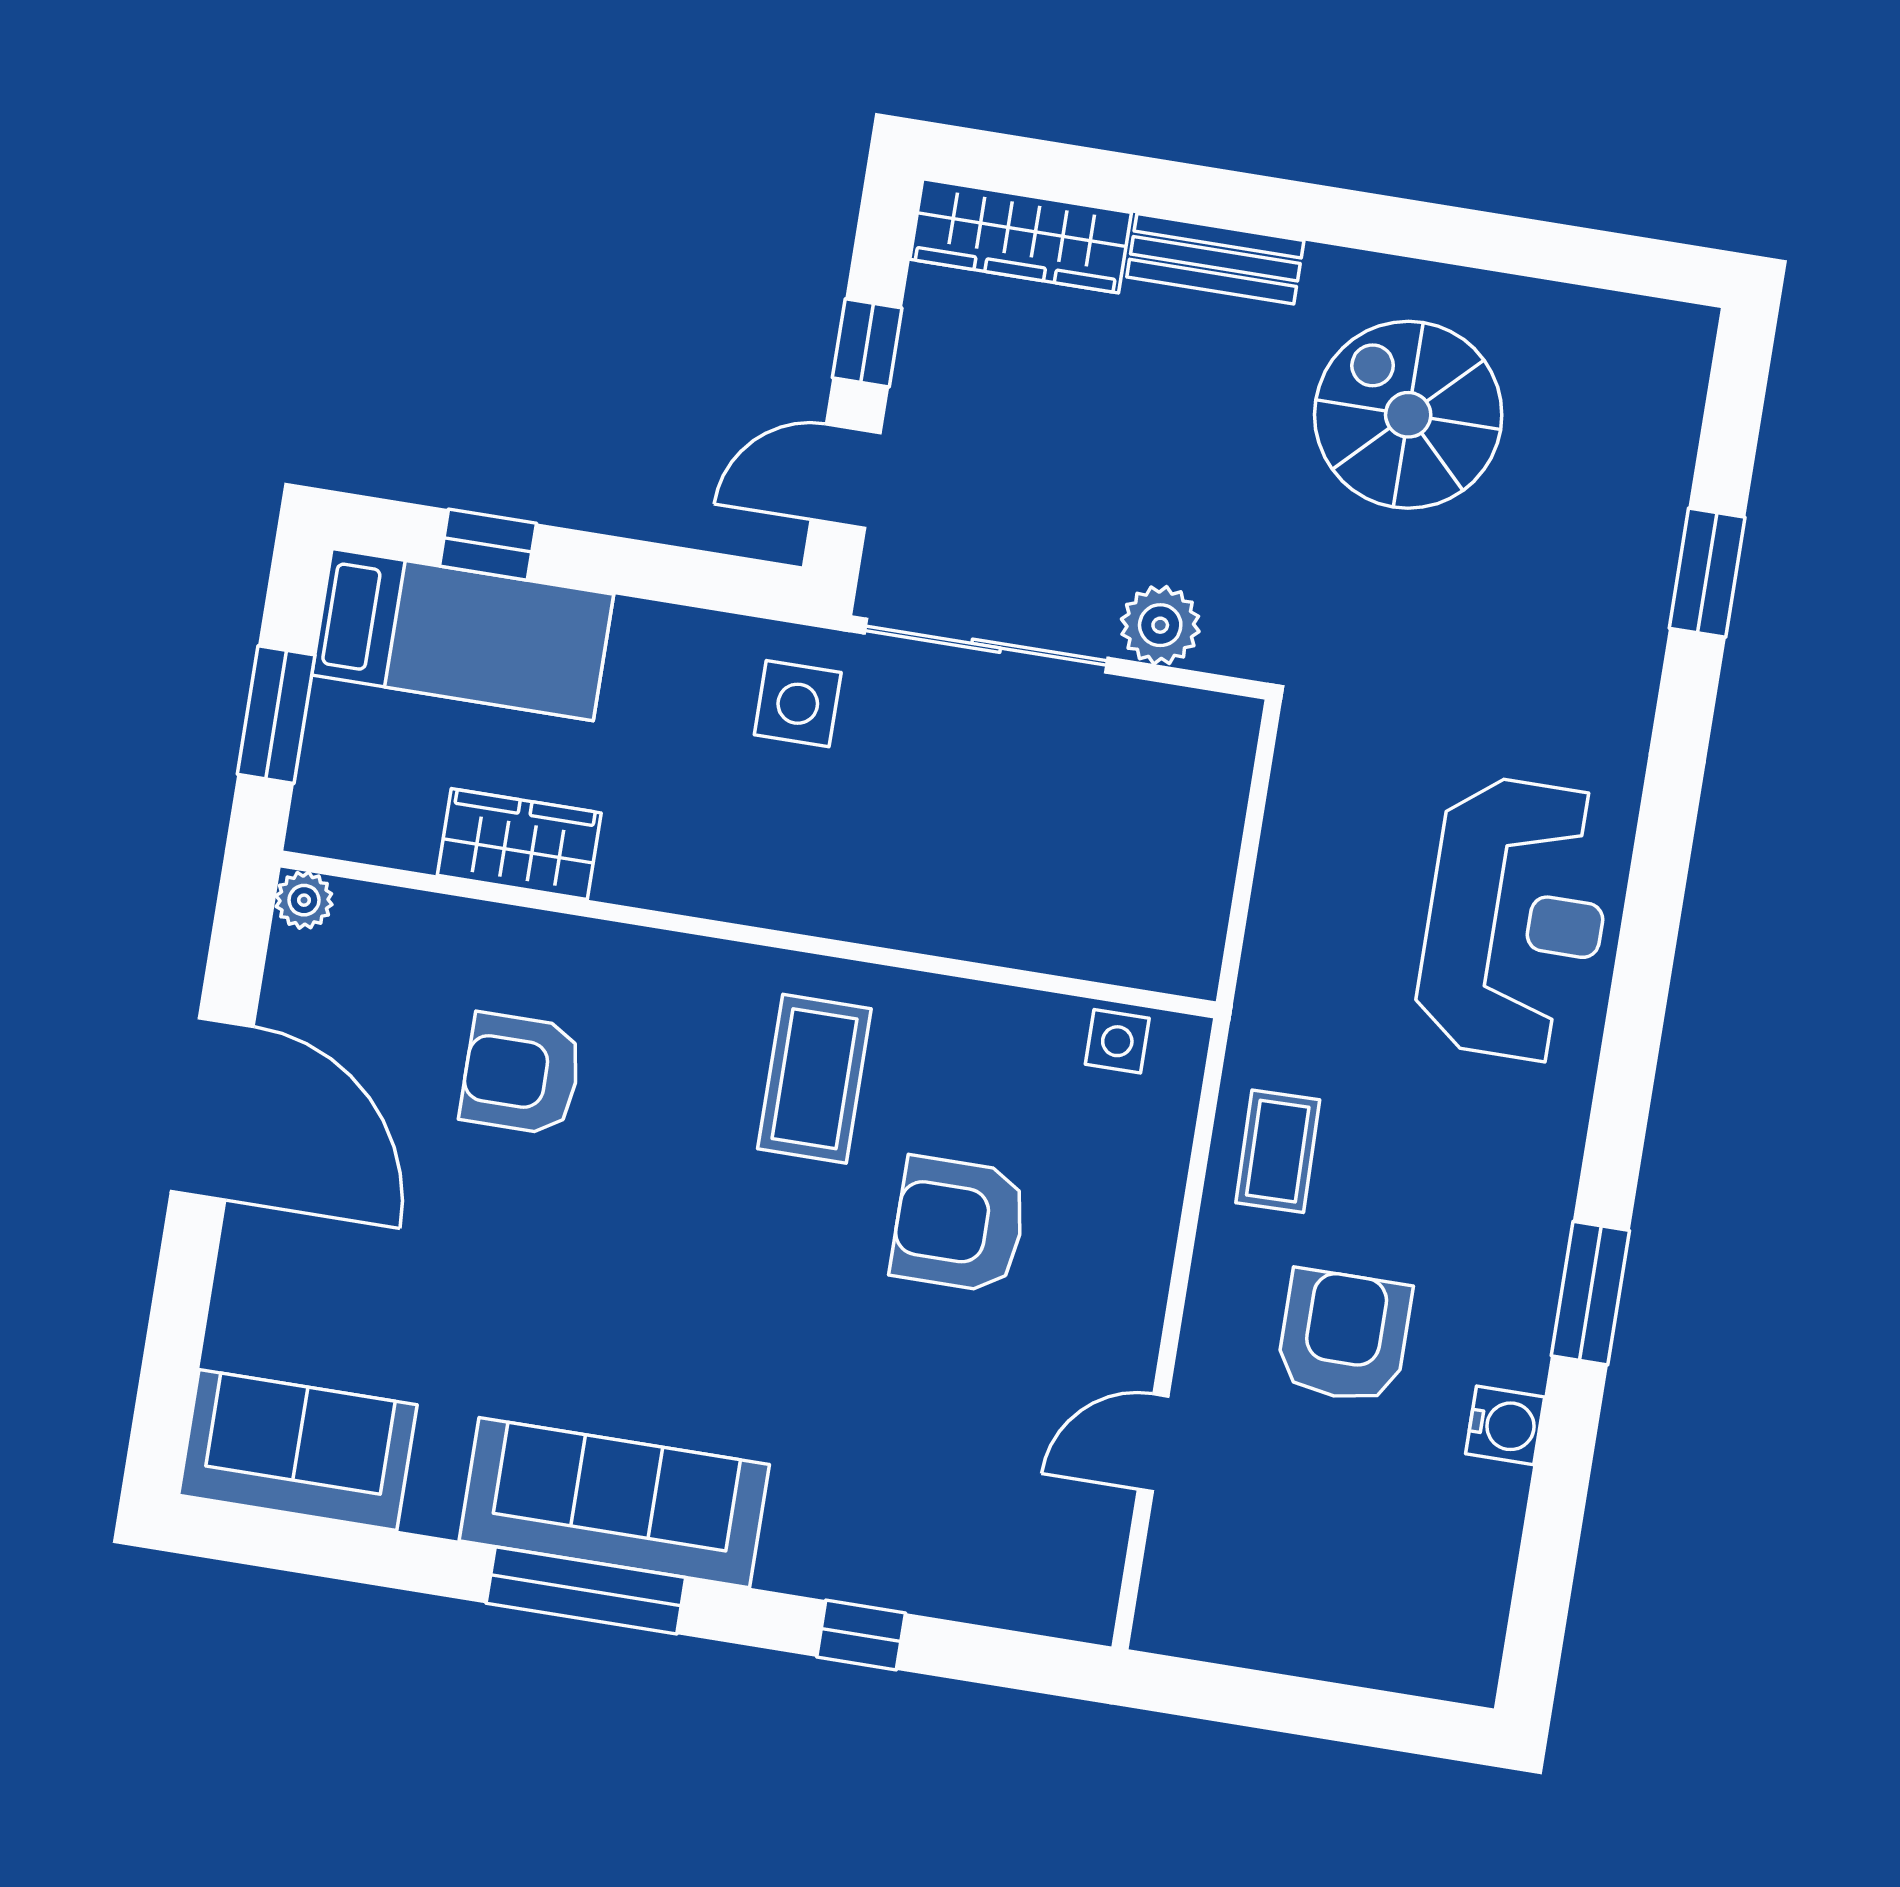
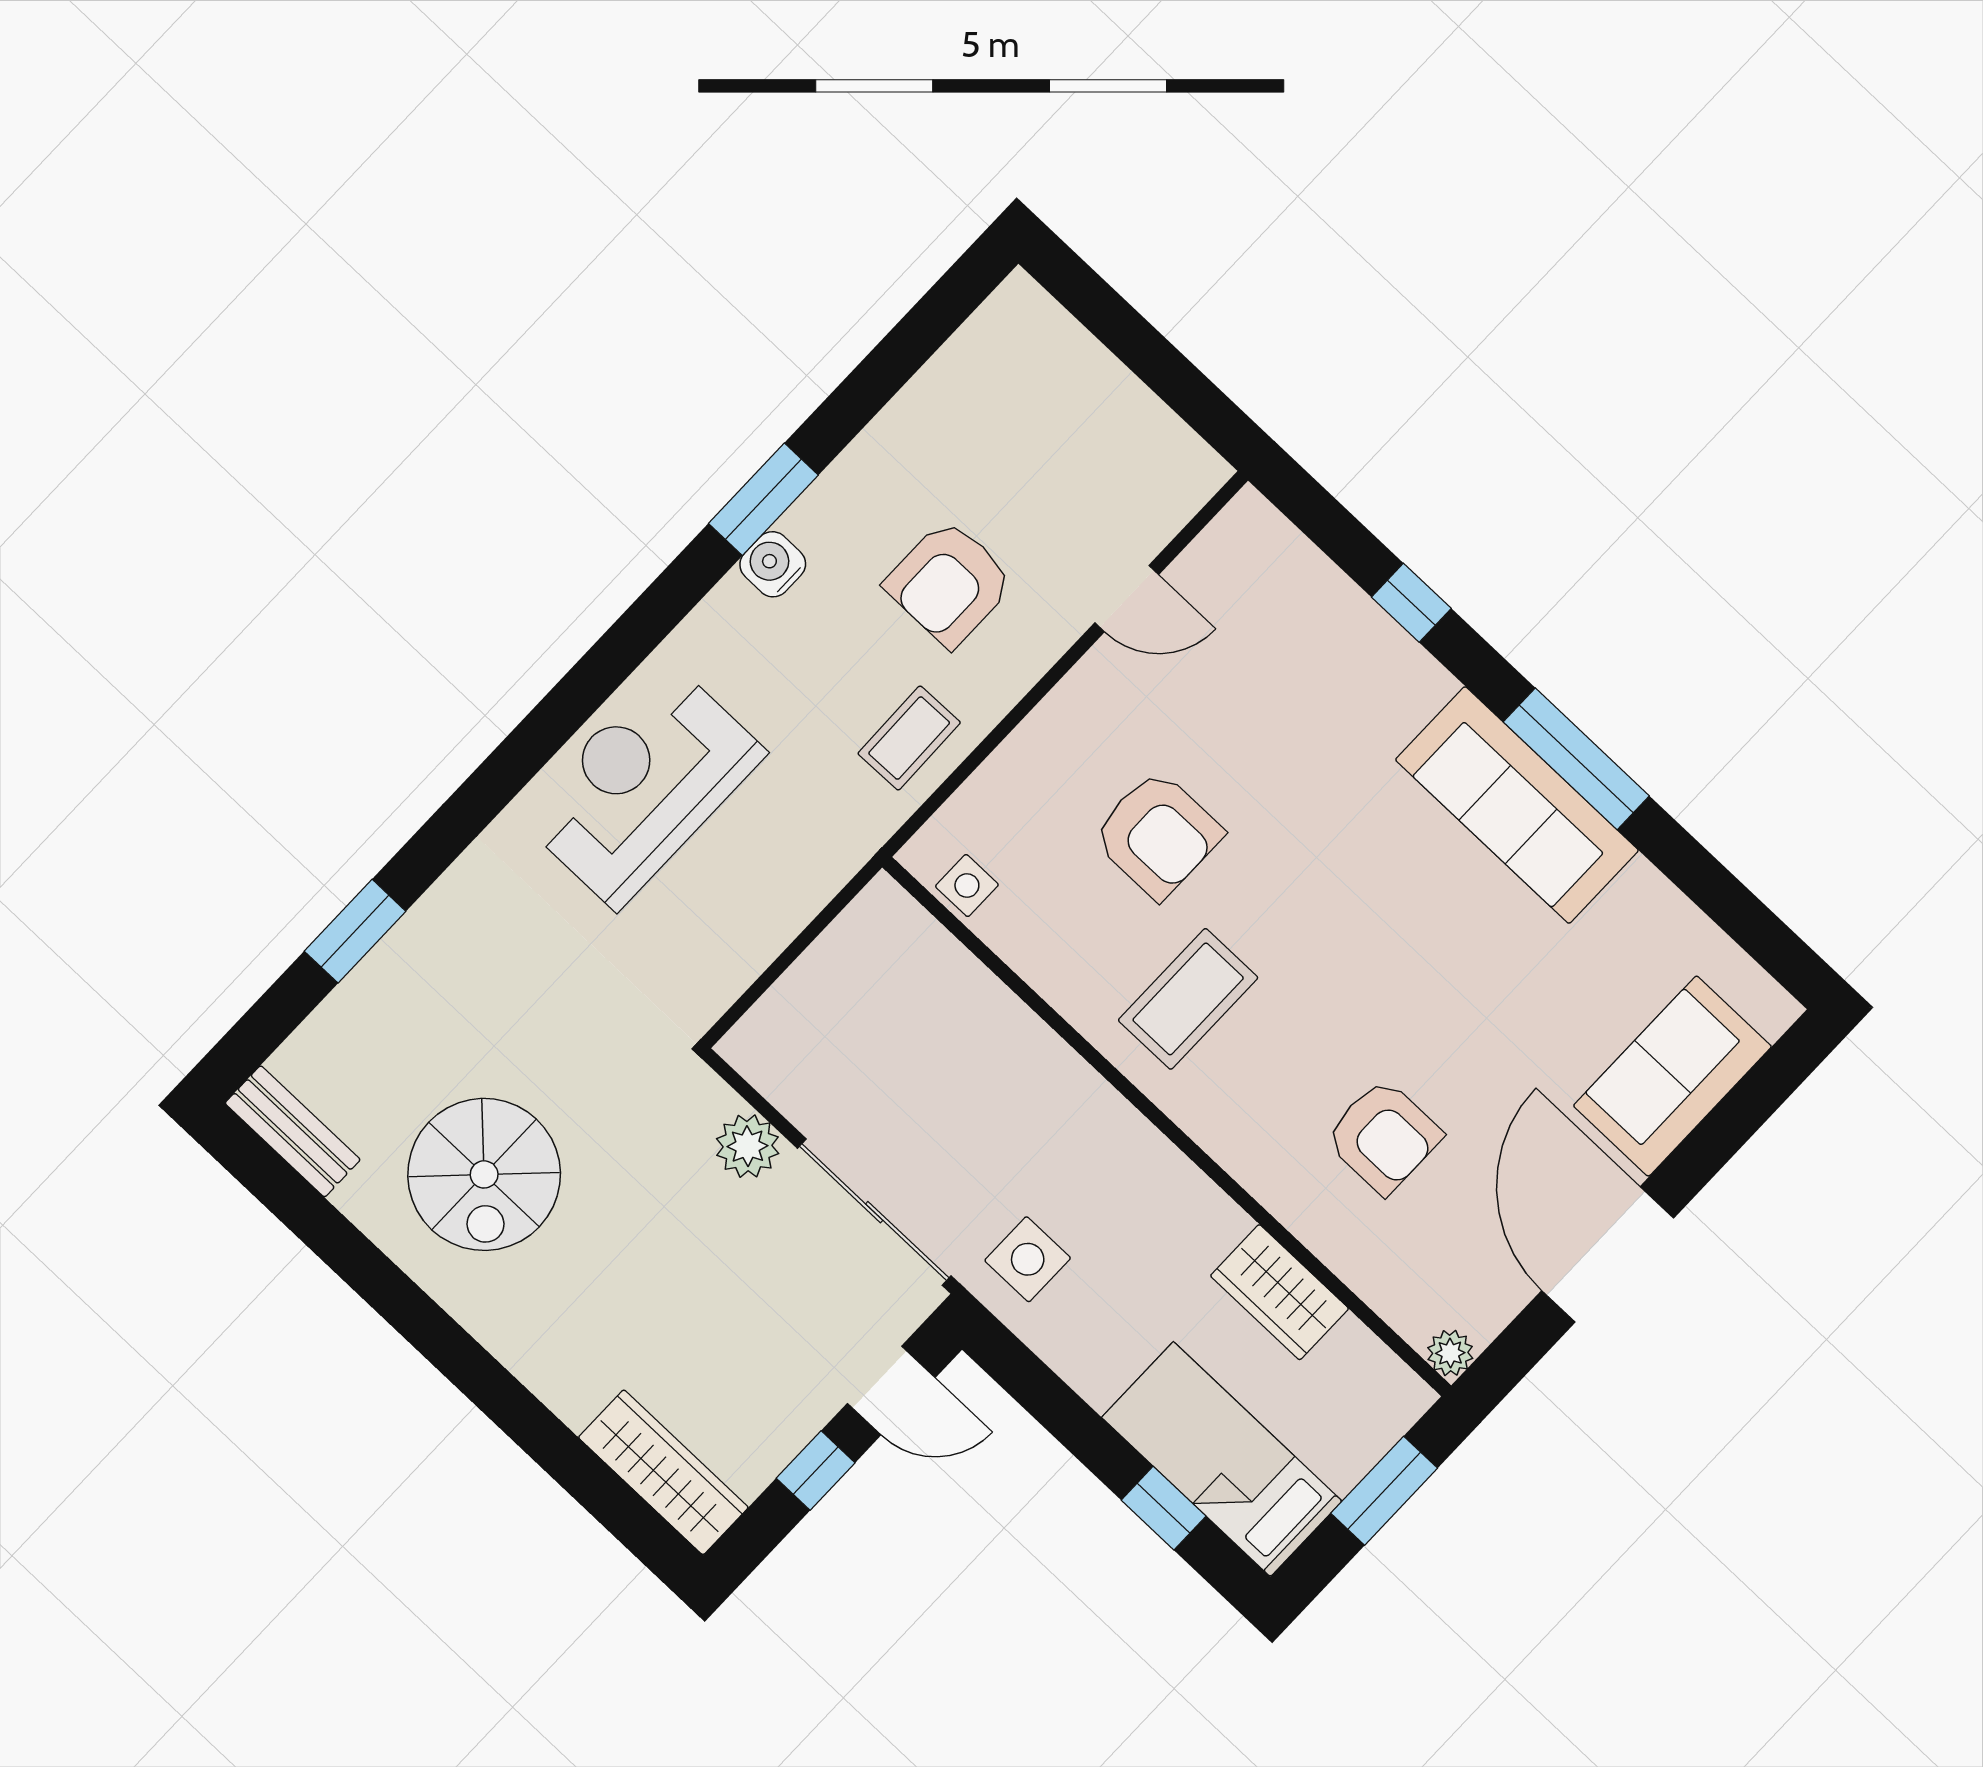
bench: (1215, 259) -> (293, 1131), moved
water cooler: (1505, 1425) -> (773, 564), moved
sofa: (298, 1450) -> (1672, 1076), moved, turned 90

